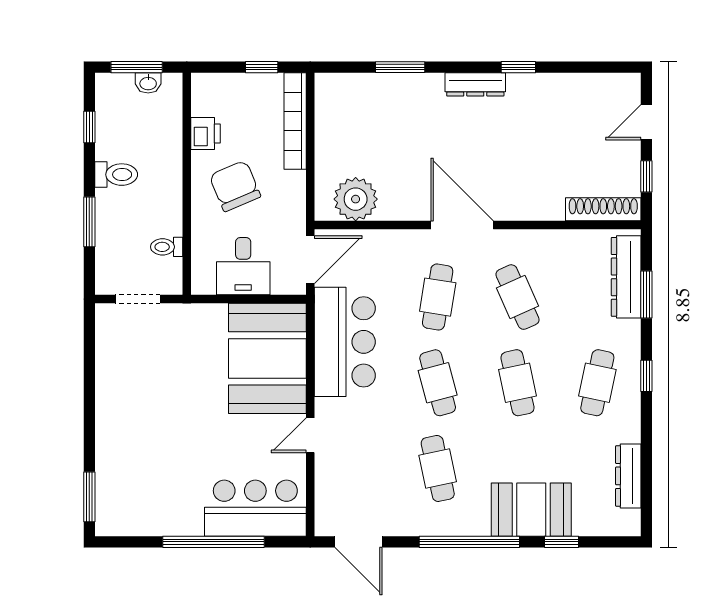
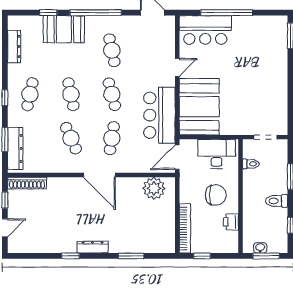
chair: (235, 186) -> (216, 195), turned -67
desk: (243, 266) -> (217, 154), width x1.37

